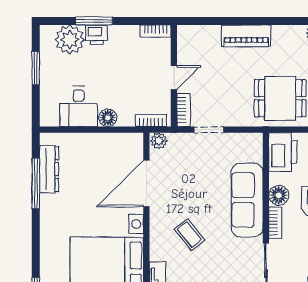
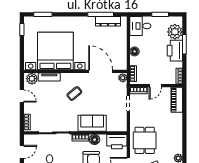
printer: (97, 35) -> (175, 51), width x1.87, depth x1.48
piano: (246, 36) -> (177, 100), moved
door: (174, 78) -> (155, 86), hinge flipped
desk: (79, 107) -> (140, 26), moved
sofa: (247, 200) -> (92, 123), width x0.73

